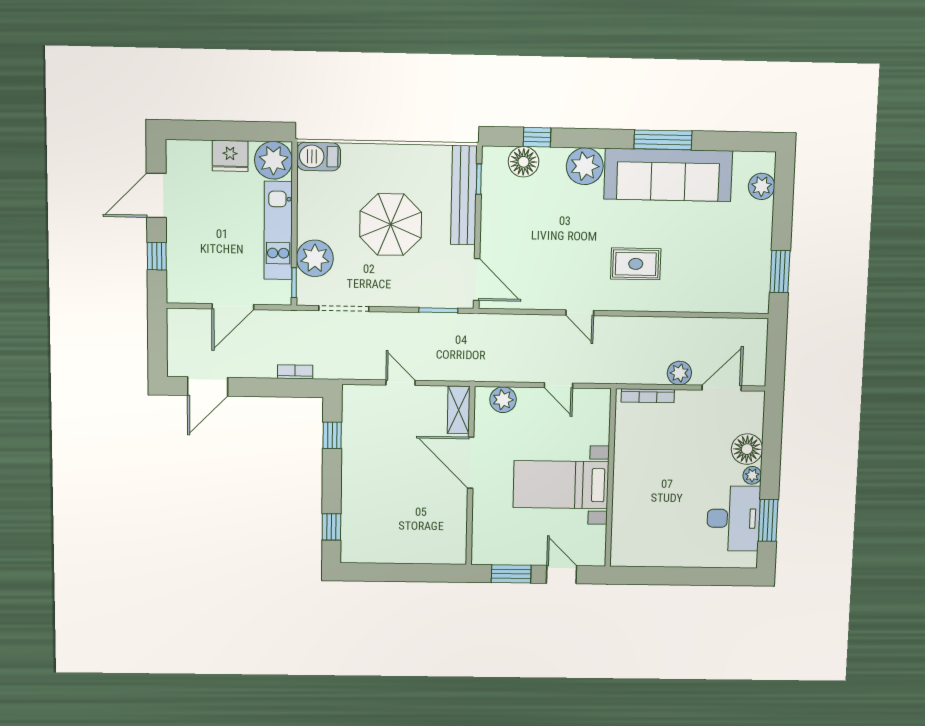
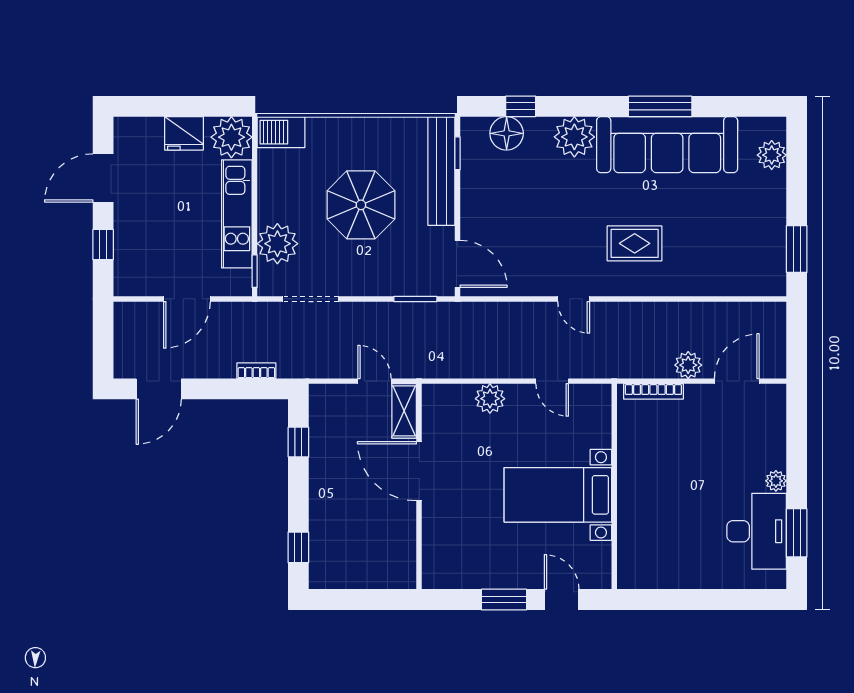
shelving: (459, 410) -> (404, 411), moved
floor lamp: (747, 449) -> (769, 451), removed
door: (471, 463) -> (419, 471), moved
wall: (470, 476) -> (419, 486), moved

